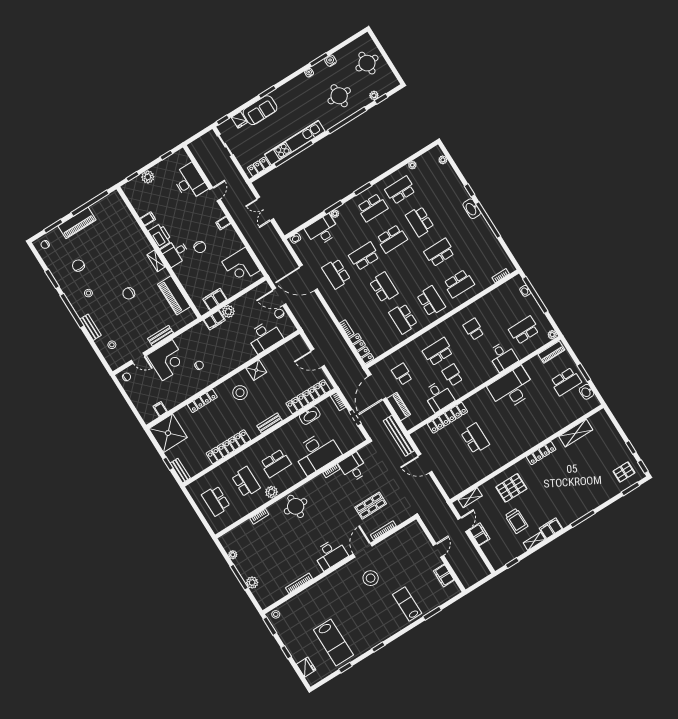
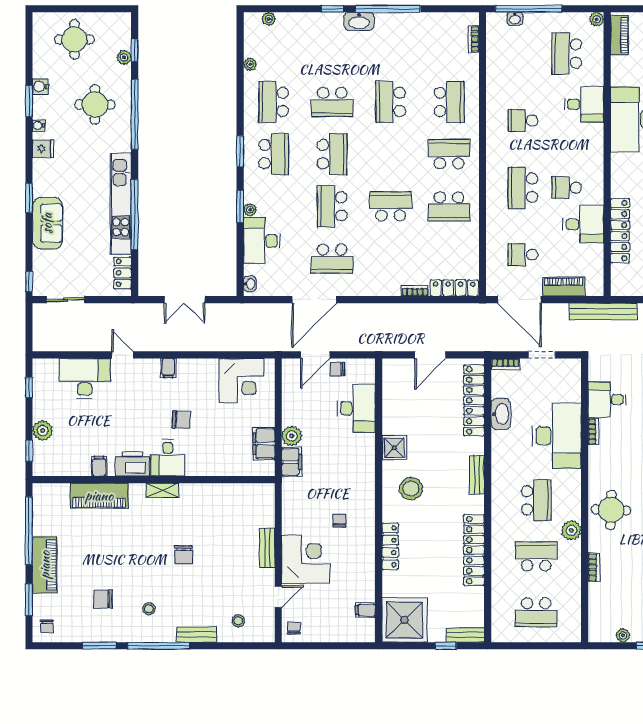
fridge: (239, 120) -> (43, 149), moved
piano: (174, 295) -> (99, 496), moved

